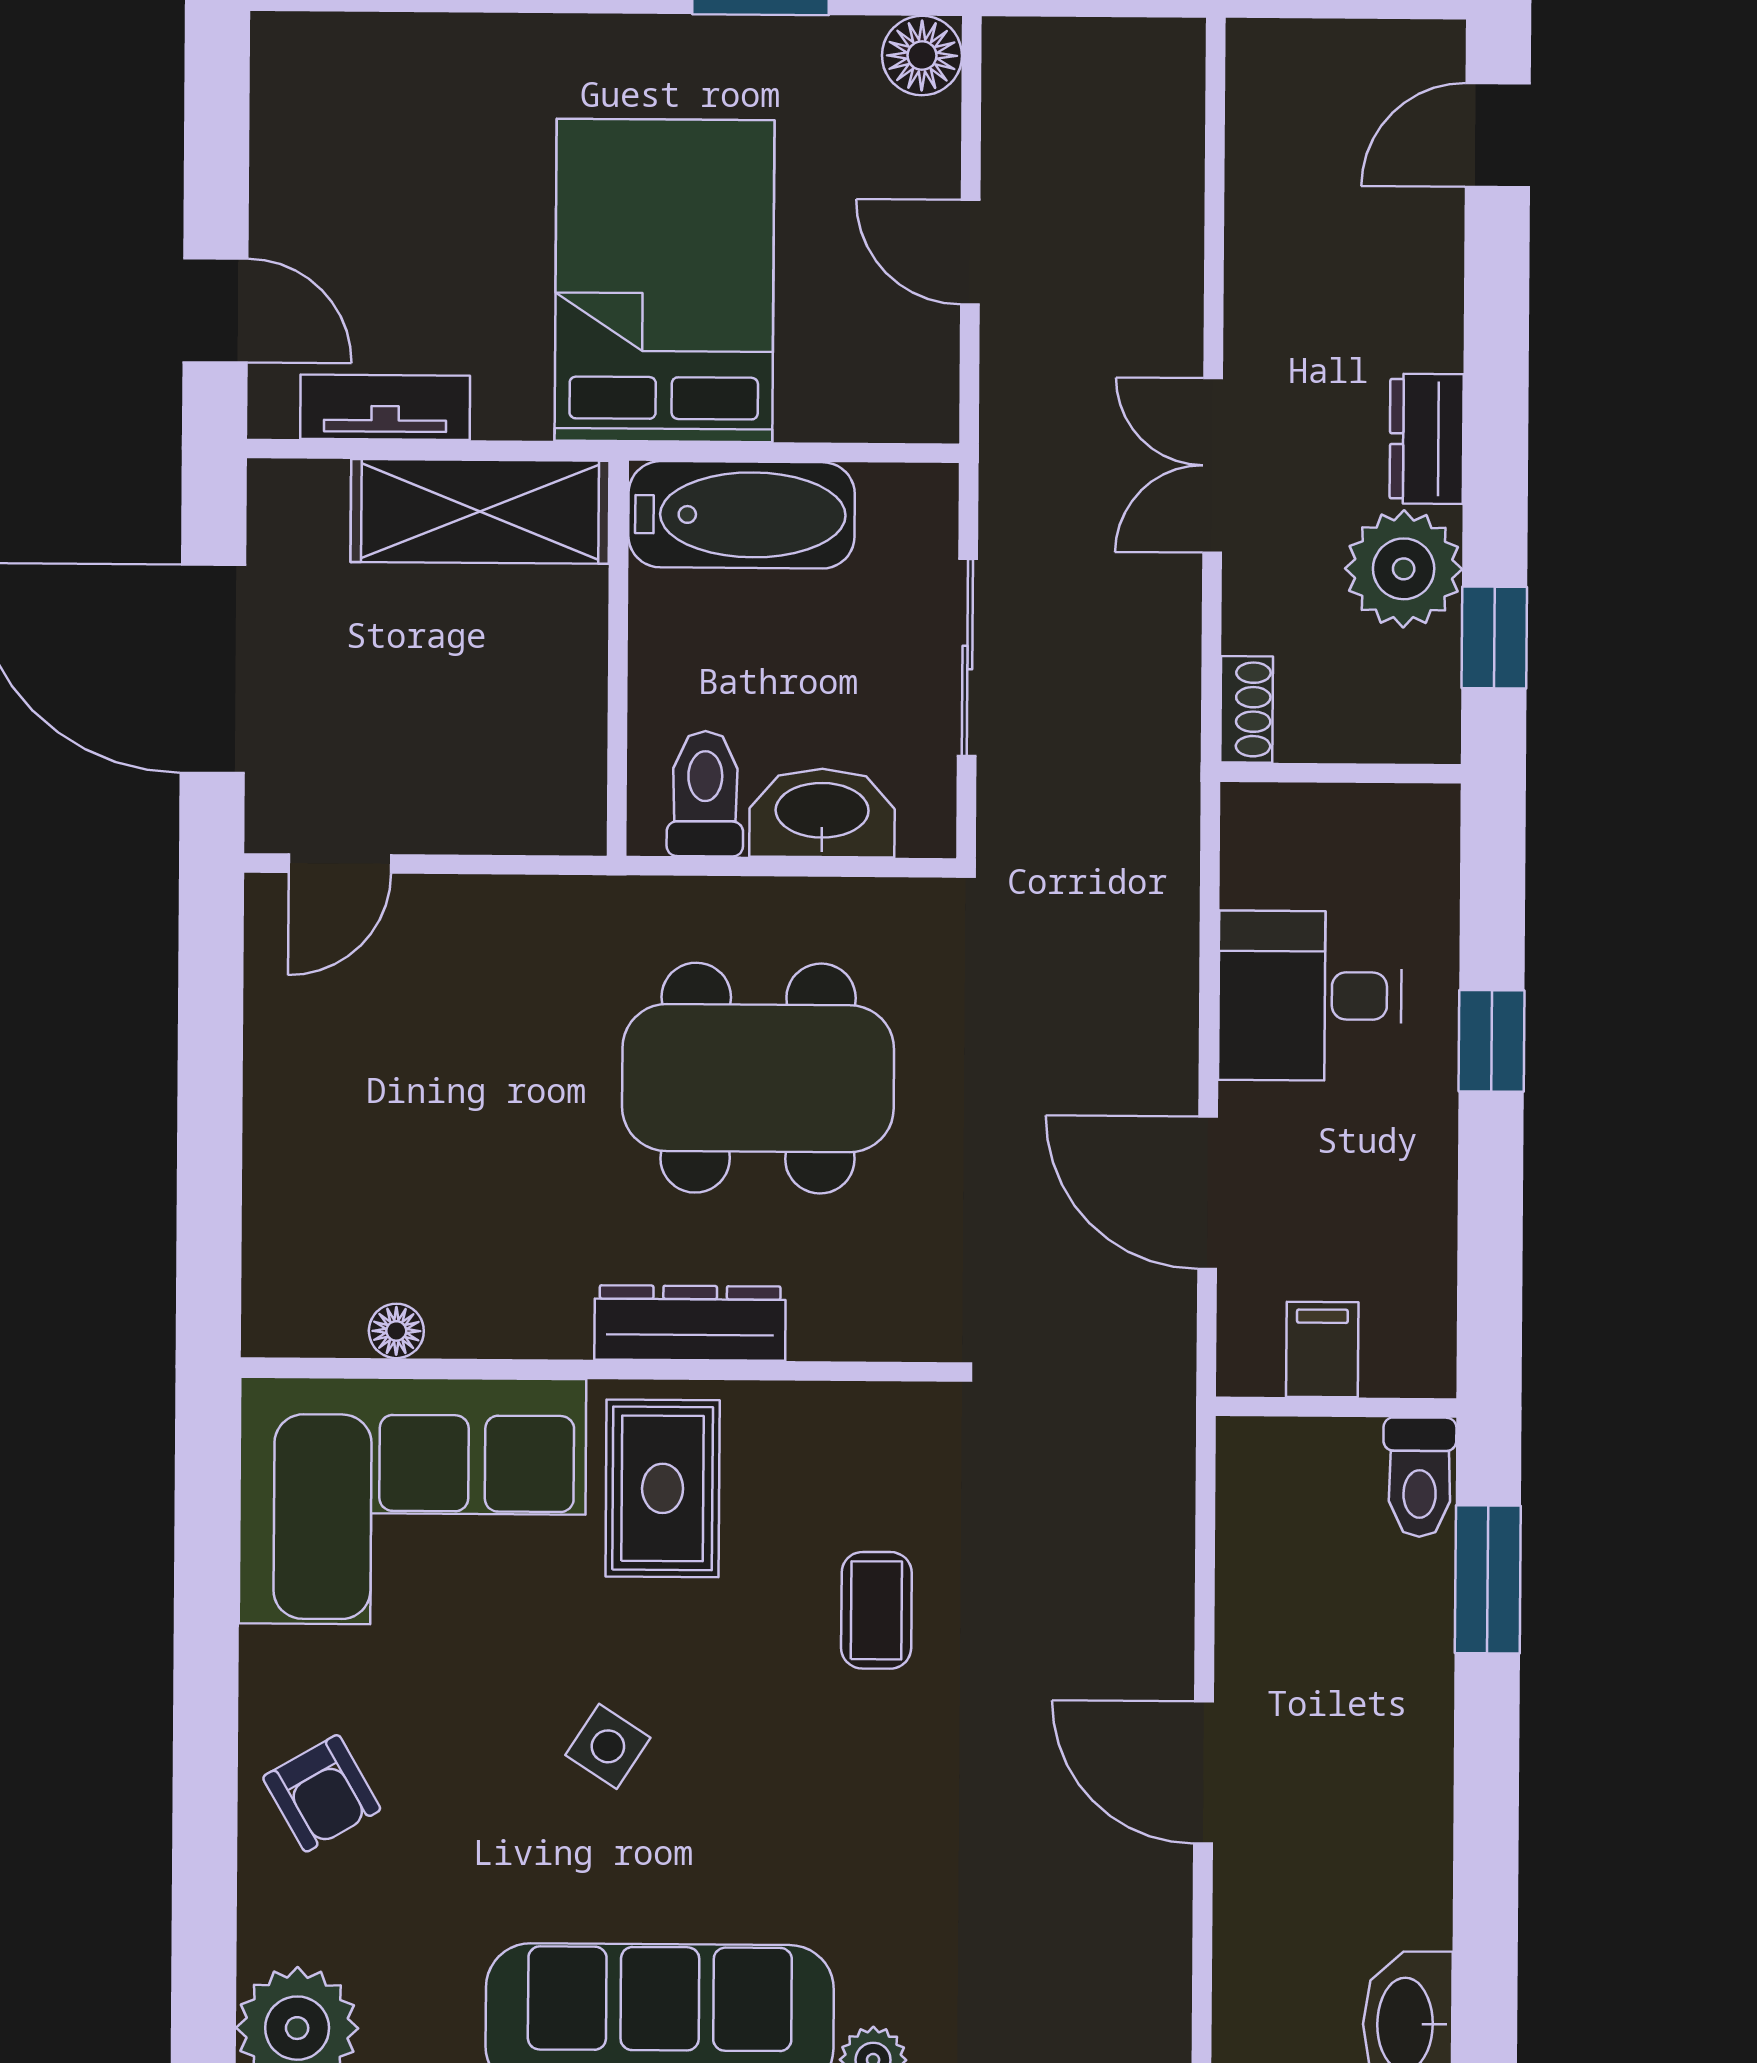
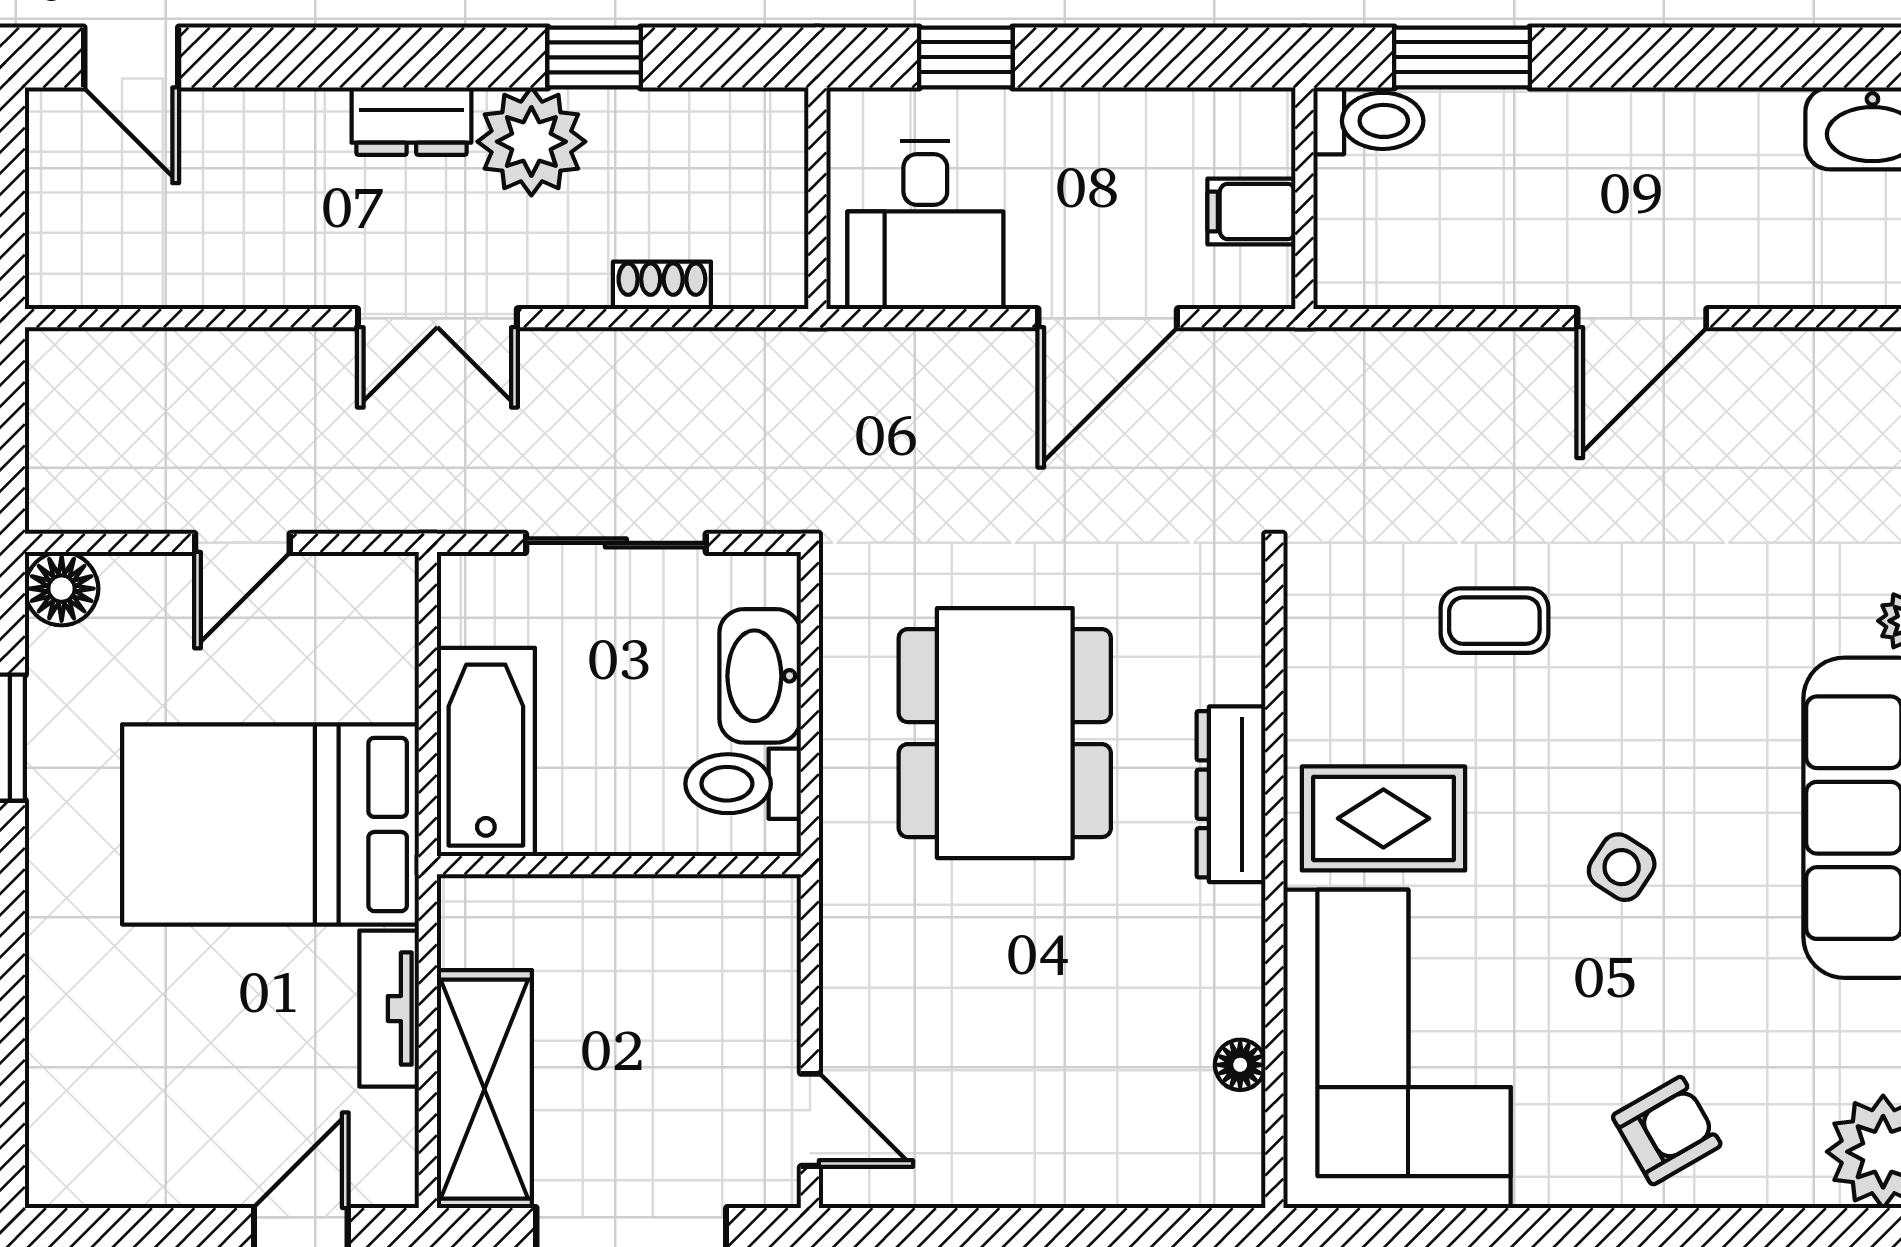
tv unit: (385, 407) -> (389, 1009), moved
shelving: (480, 511) -> (484, 1089), moved
wall: (1341, 773) -> (817, 198), moved

